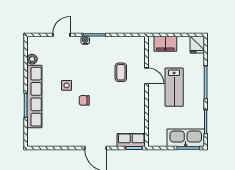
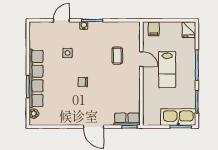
filing cabinet: (165, 44) -> (154, 29), width x0.50
plant: (32, 59) -> (34, 114), moved
side table: (67, 85) -> (67, 53), moved

